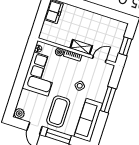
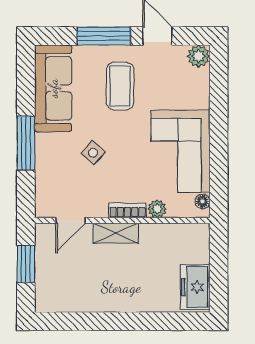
coffee table: (58, 112) -> (120, 86), width x0.73, depth x0.76

